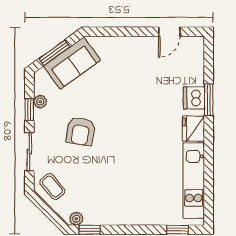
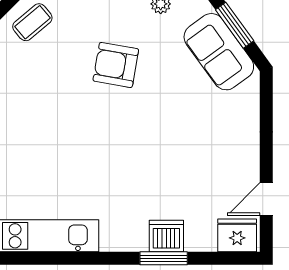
door: (169, 32) -> (266, 199), hinge flipped
fridge: (193, 129) -> (237, 235), moved

